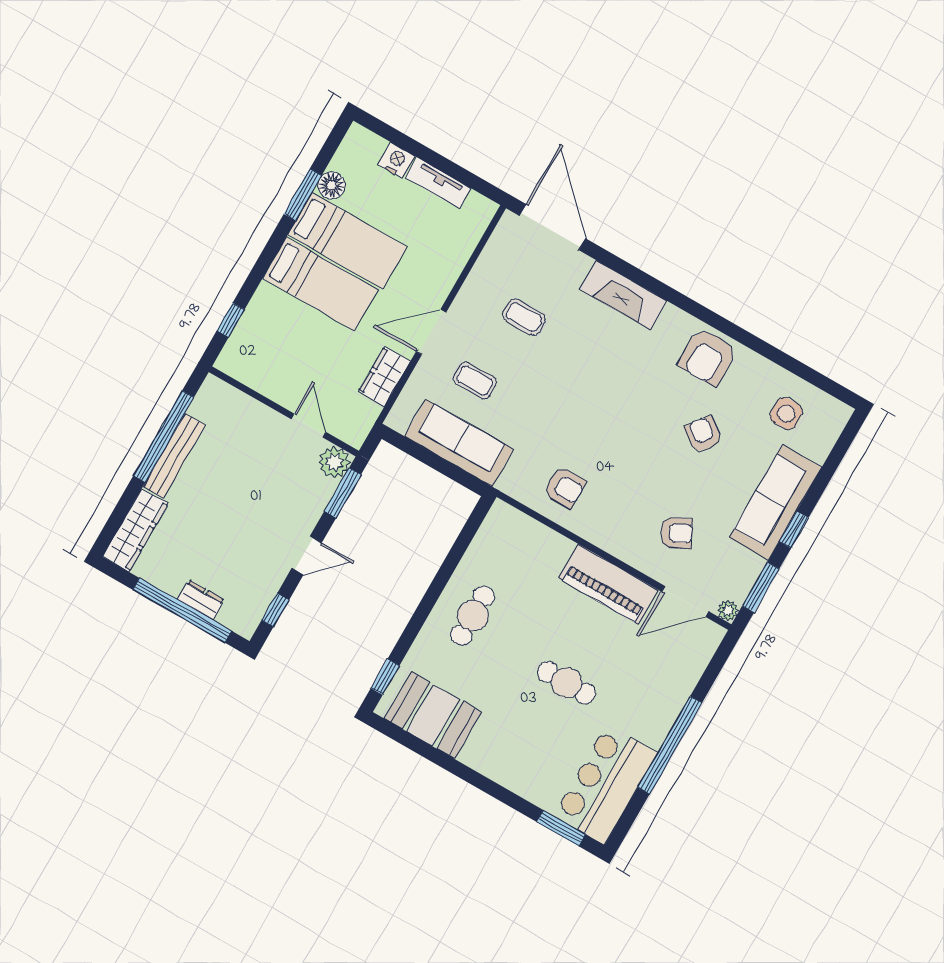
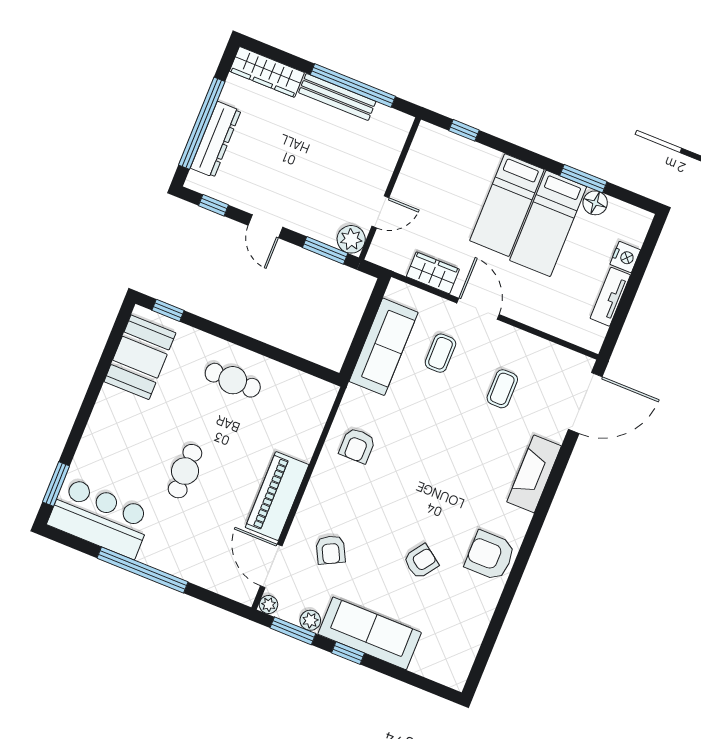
side table: (786, 414) -> (449, 632), removed
plant: (752, 566) -> (310, 620), added
dresser: (201, 600) -> (216, 139), width x1.96, depth x1.24

